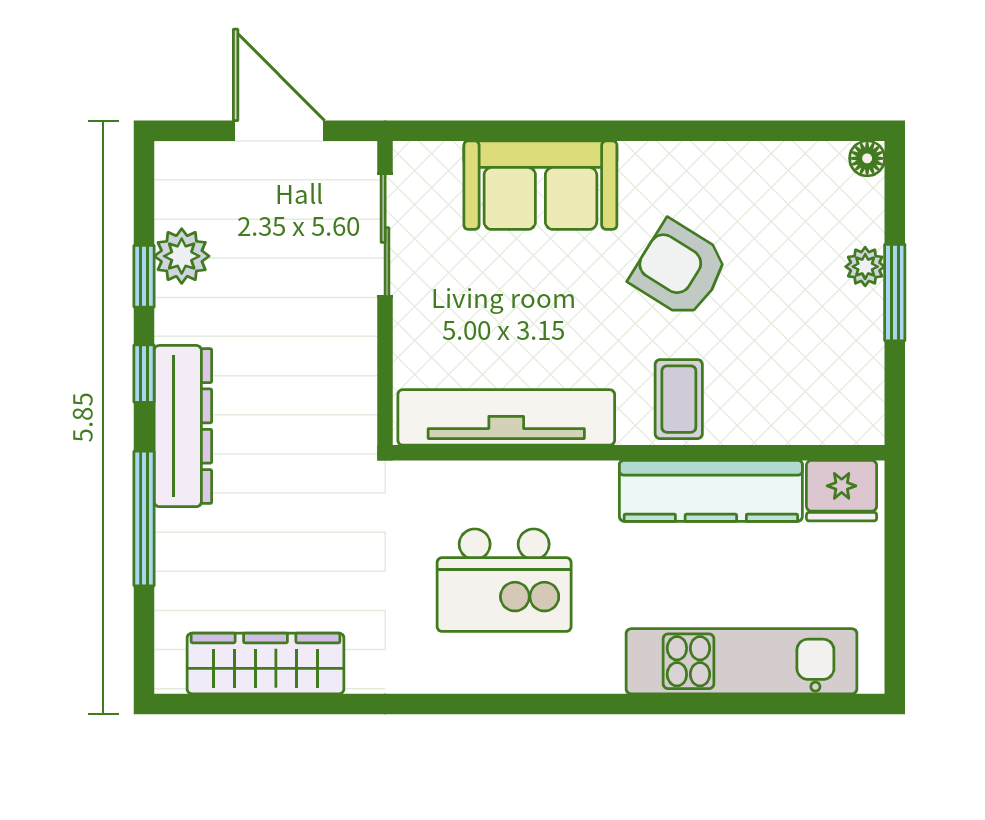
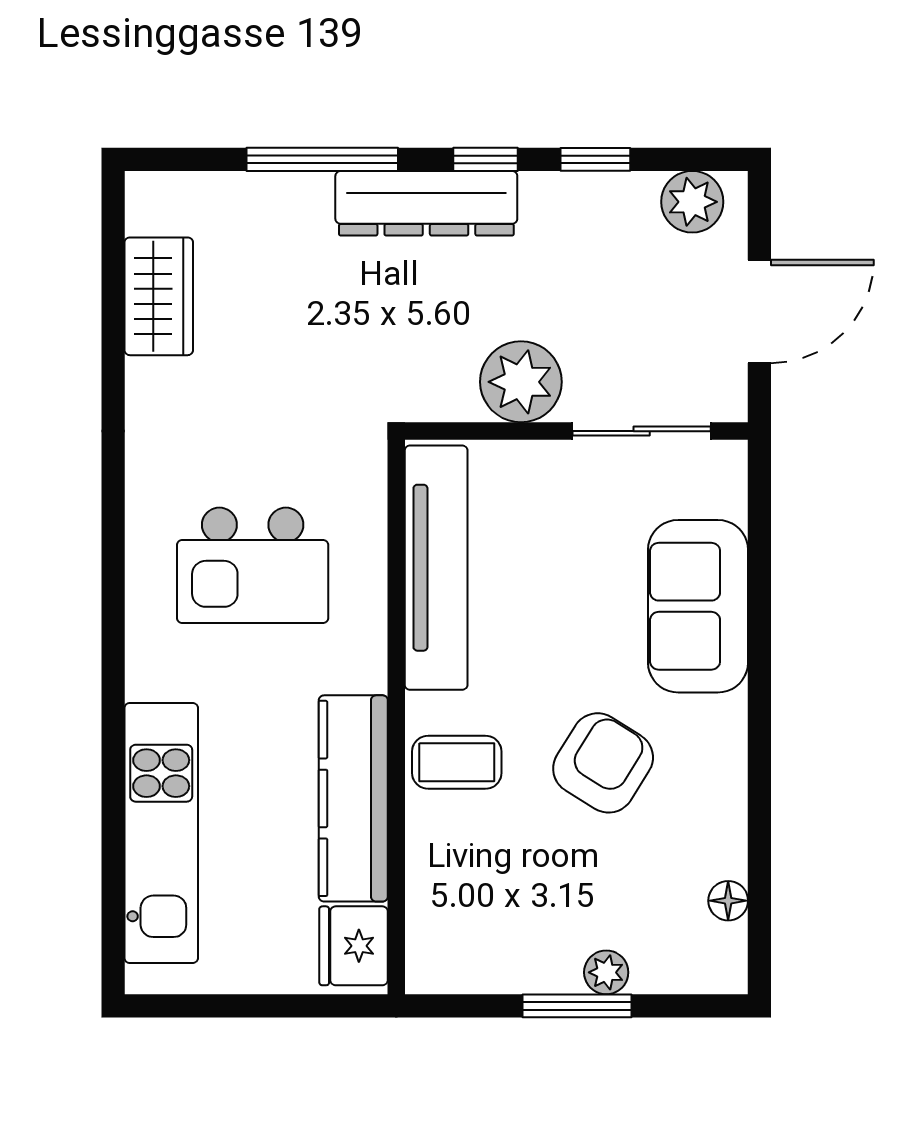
floor lamp: (867, 158) -> (728, 901), moved
plant: (182, 256) -> (692, 202), moved
plant: (341, 342) -> (521, 382), added
kitchen island: (504, 580) -> (253, 565), turned -90
wardrobe: (266, 663) -> (159, 296), width x0.67

